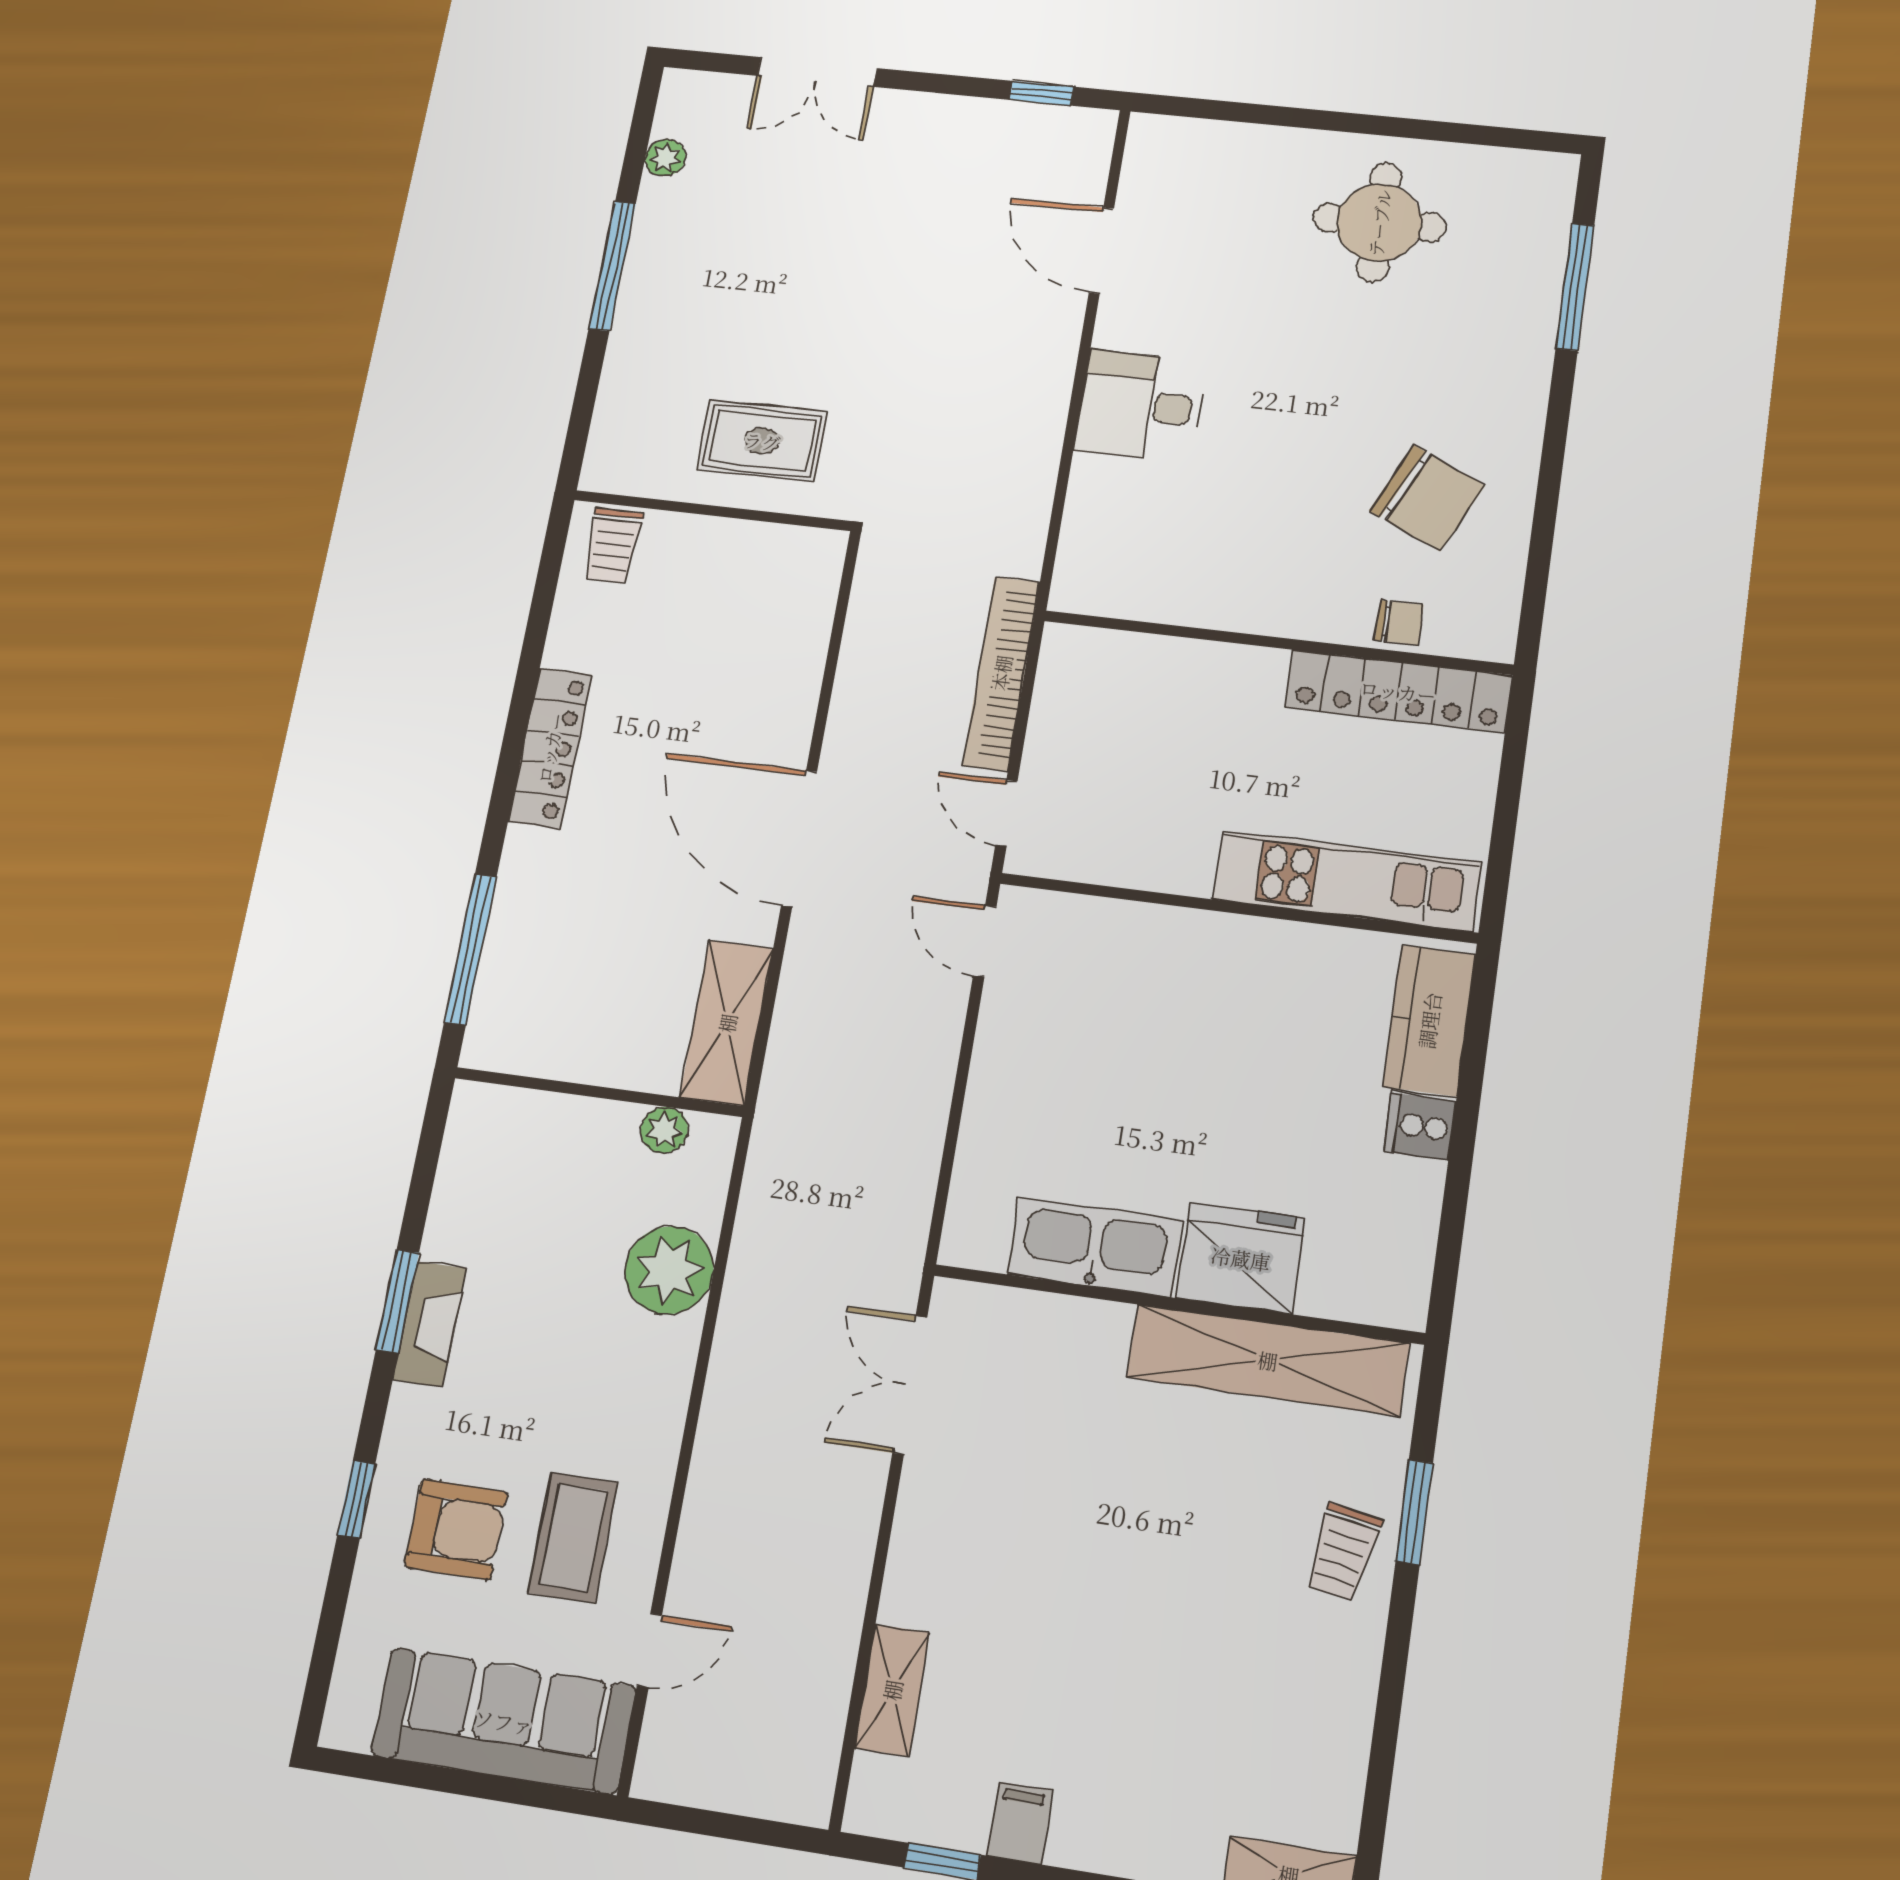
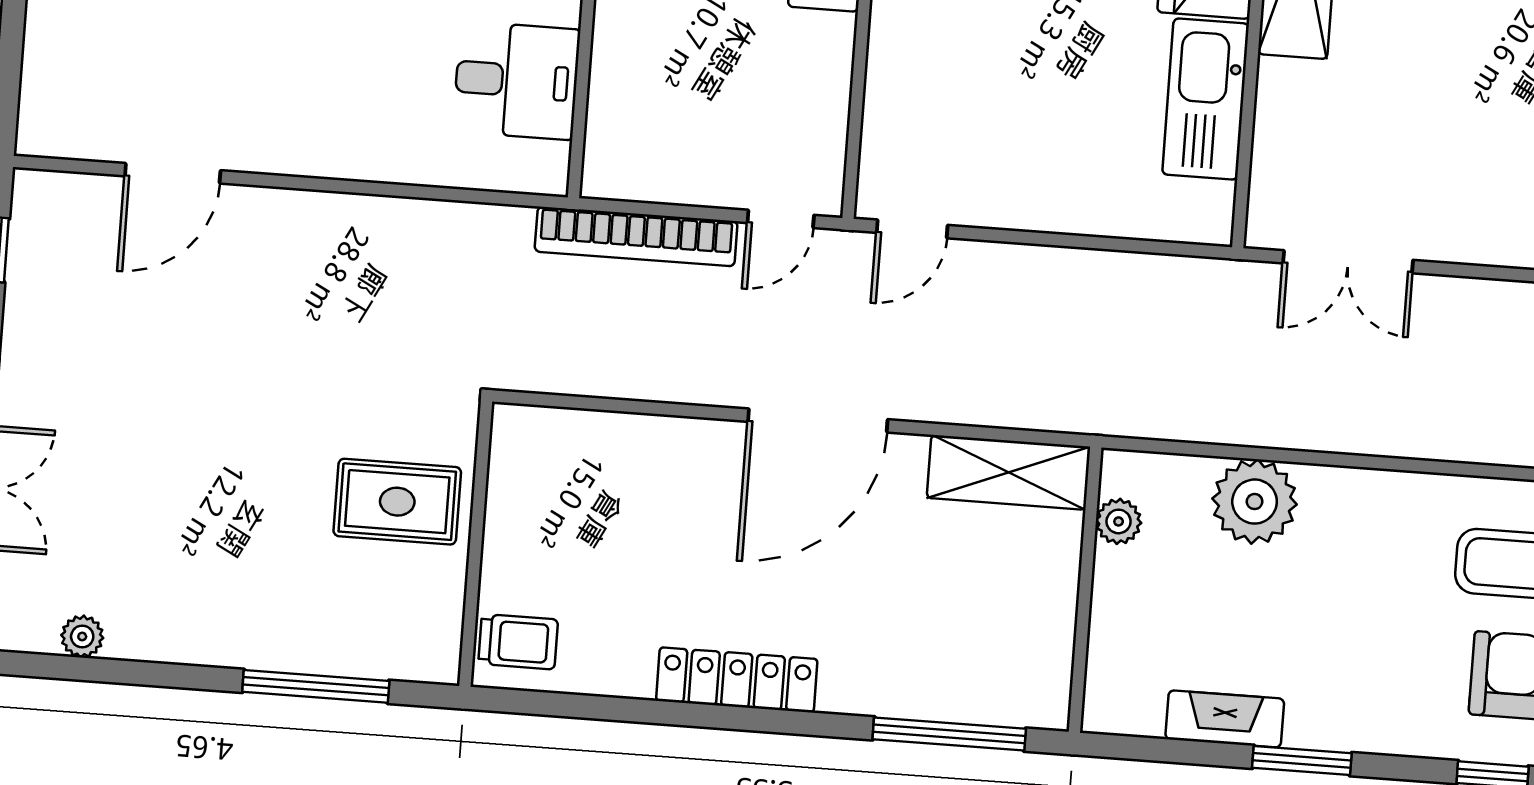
window: (612, 266) -> (316, 686), moved
desk: (1141, 406) -> (517, 81), moved, turned -90
rug: (762, 441) -> (397, 502), turned 90
fireplace: (430, 1324) -> (1225, 719), moved

